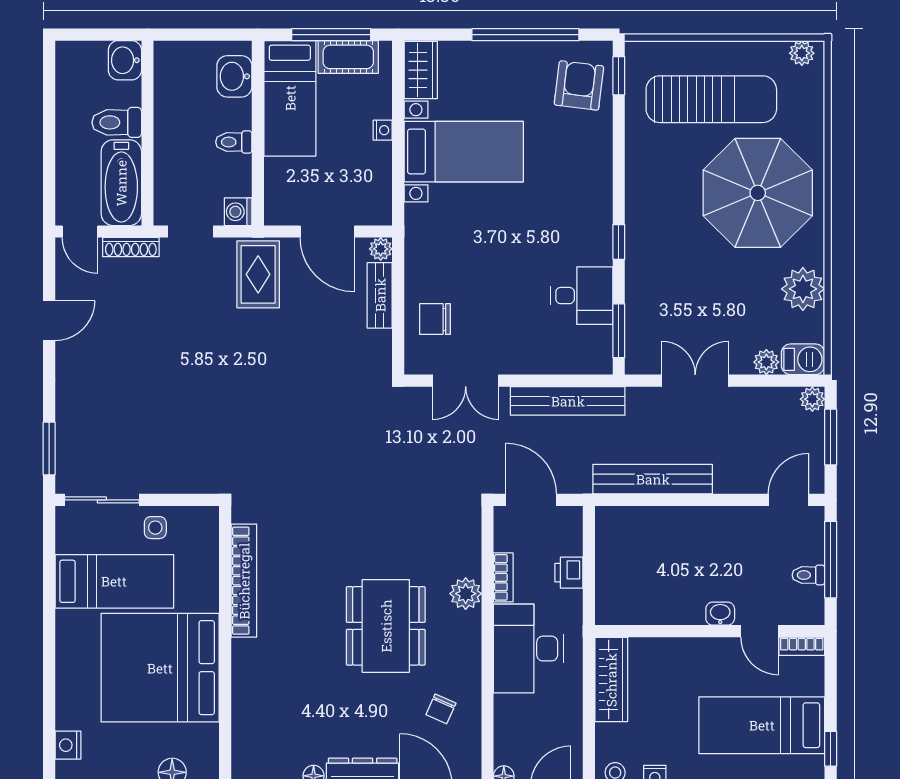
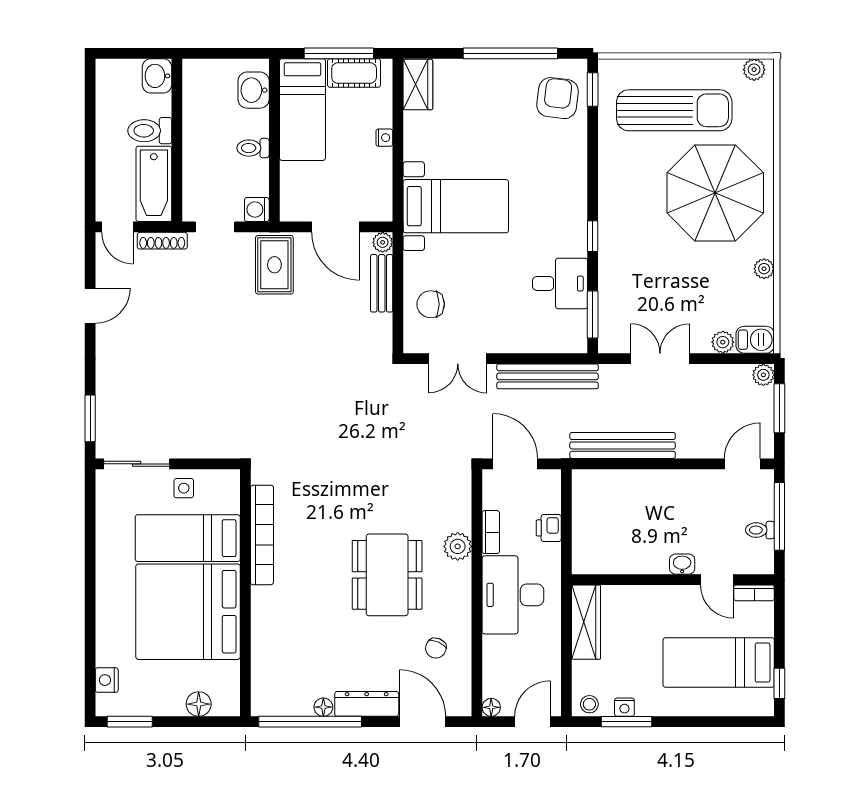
bed with nightstands: (464, 152) -> (456, 206), moved
plant: (803, 289) -> (764, 269), width x0.53, depth x0.53
bed: (114, 581) -> (188, 538), moved, turned 180

